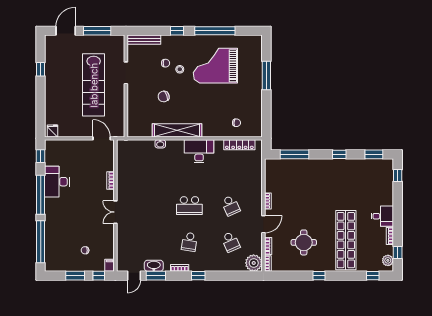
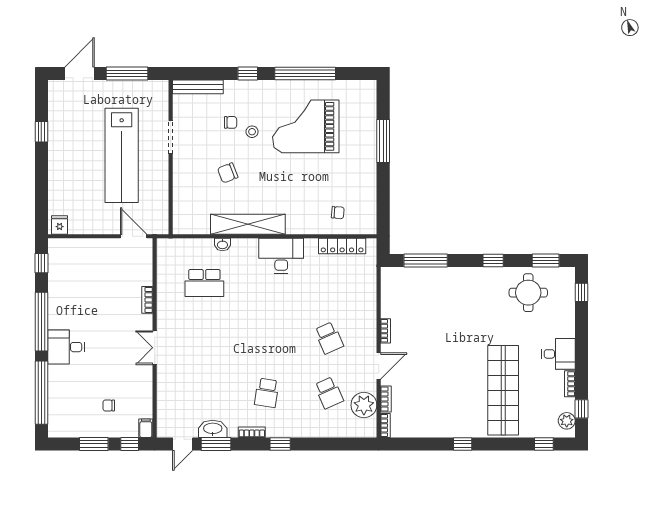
desk: (57, 182) -> (66, 347), moved, width x0.73
school desk: (189, 206) -> (204, 283), moved
round table: (304, 242) -> (528, 293), moved
plant: (254, 263) -> (364, 405), moved

